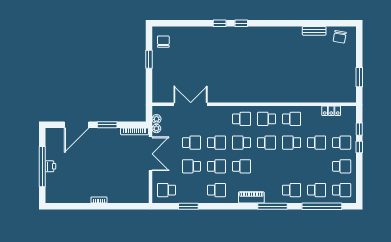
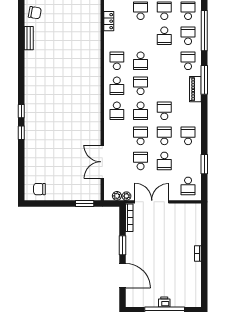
window: (149, 59) -> (85, 203), moved
school desk: (242, 119) -> (117, 111), turned 180
school desk: (317, 143) -> (164, 36), moved, turned 180
piano: (251, 197) -> (195, 89), moved

